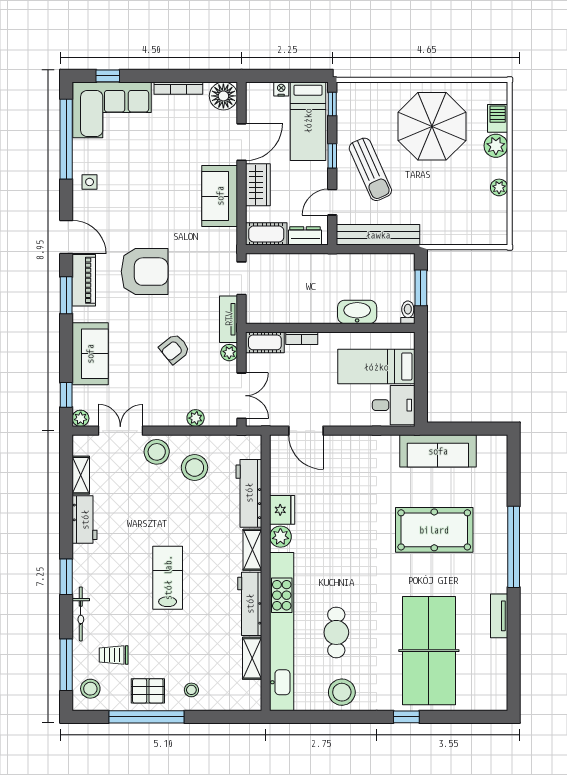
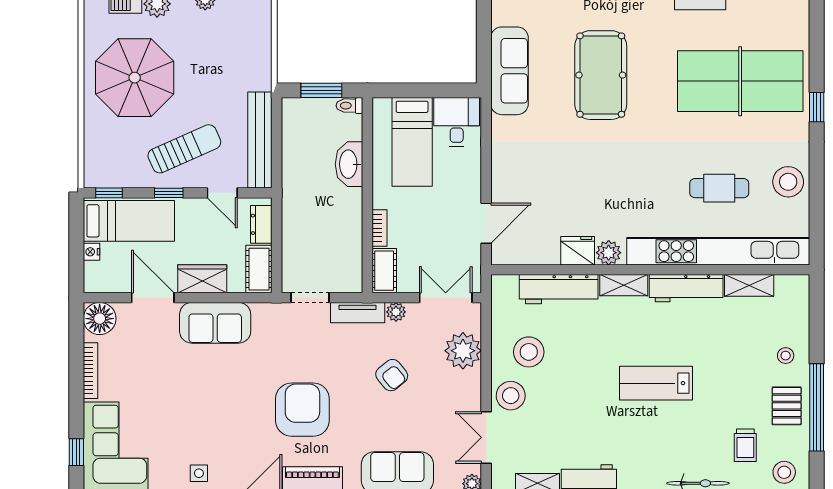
plant: (196, 418) -> (463, 351), width x1.88, depth x1.88

